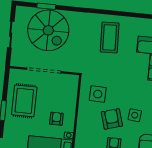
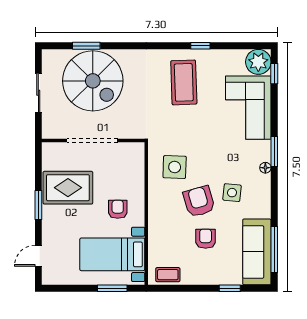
window: (123, 14) -> (200, 46), added
rug: (24, 101) -> (68, 188), turned 90

